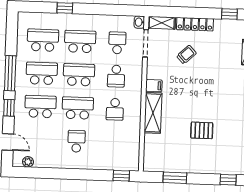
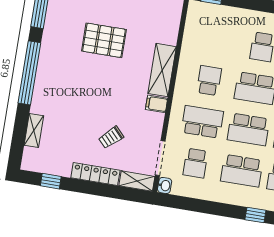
school desk: (116, 76) -> (202, 122), width x1.85
pallet: (202, 130) -> (104, 40), width x1.50, depth x1.42

